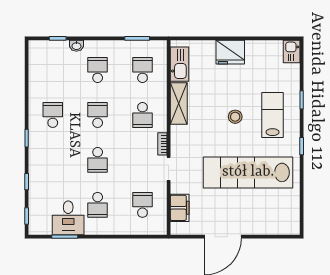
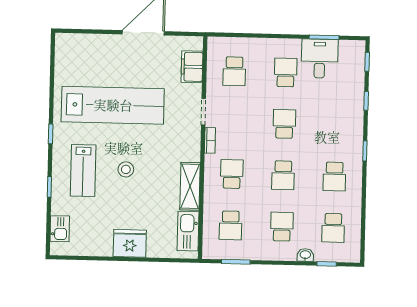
kitchen sink: (292, 51) -> (60, 229), moved
school desk: (53, 70) -> (333, 228), added
school desk: (98, 70) -> (282, 227), turned 180

